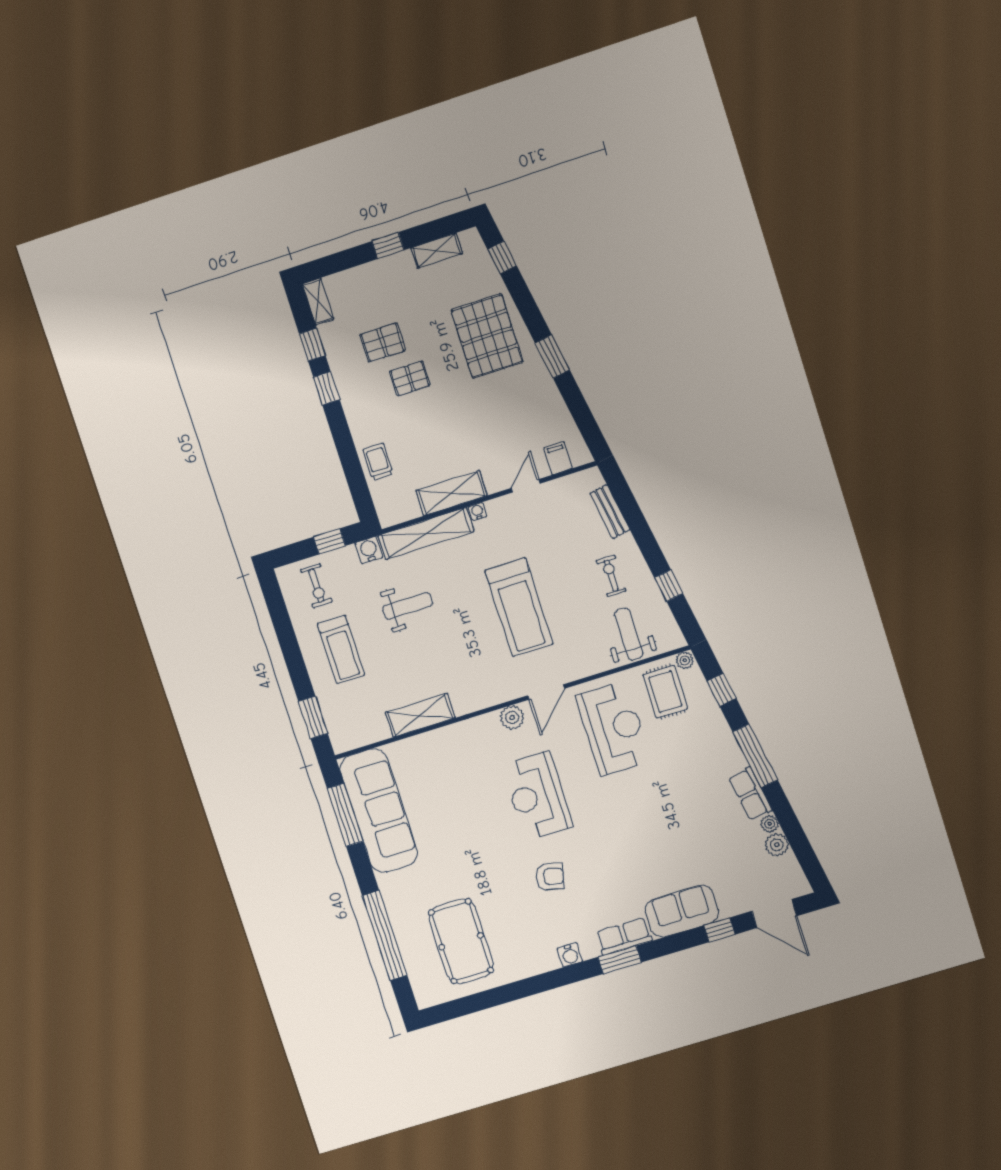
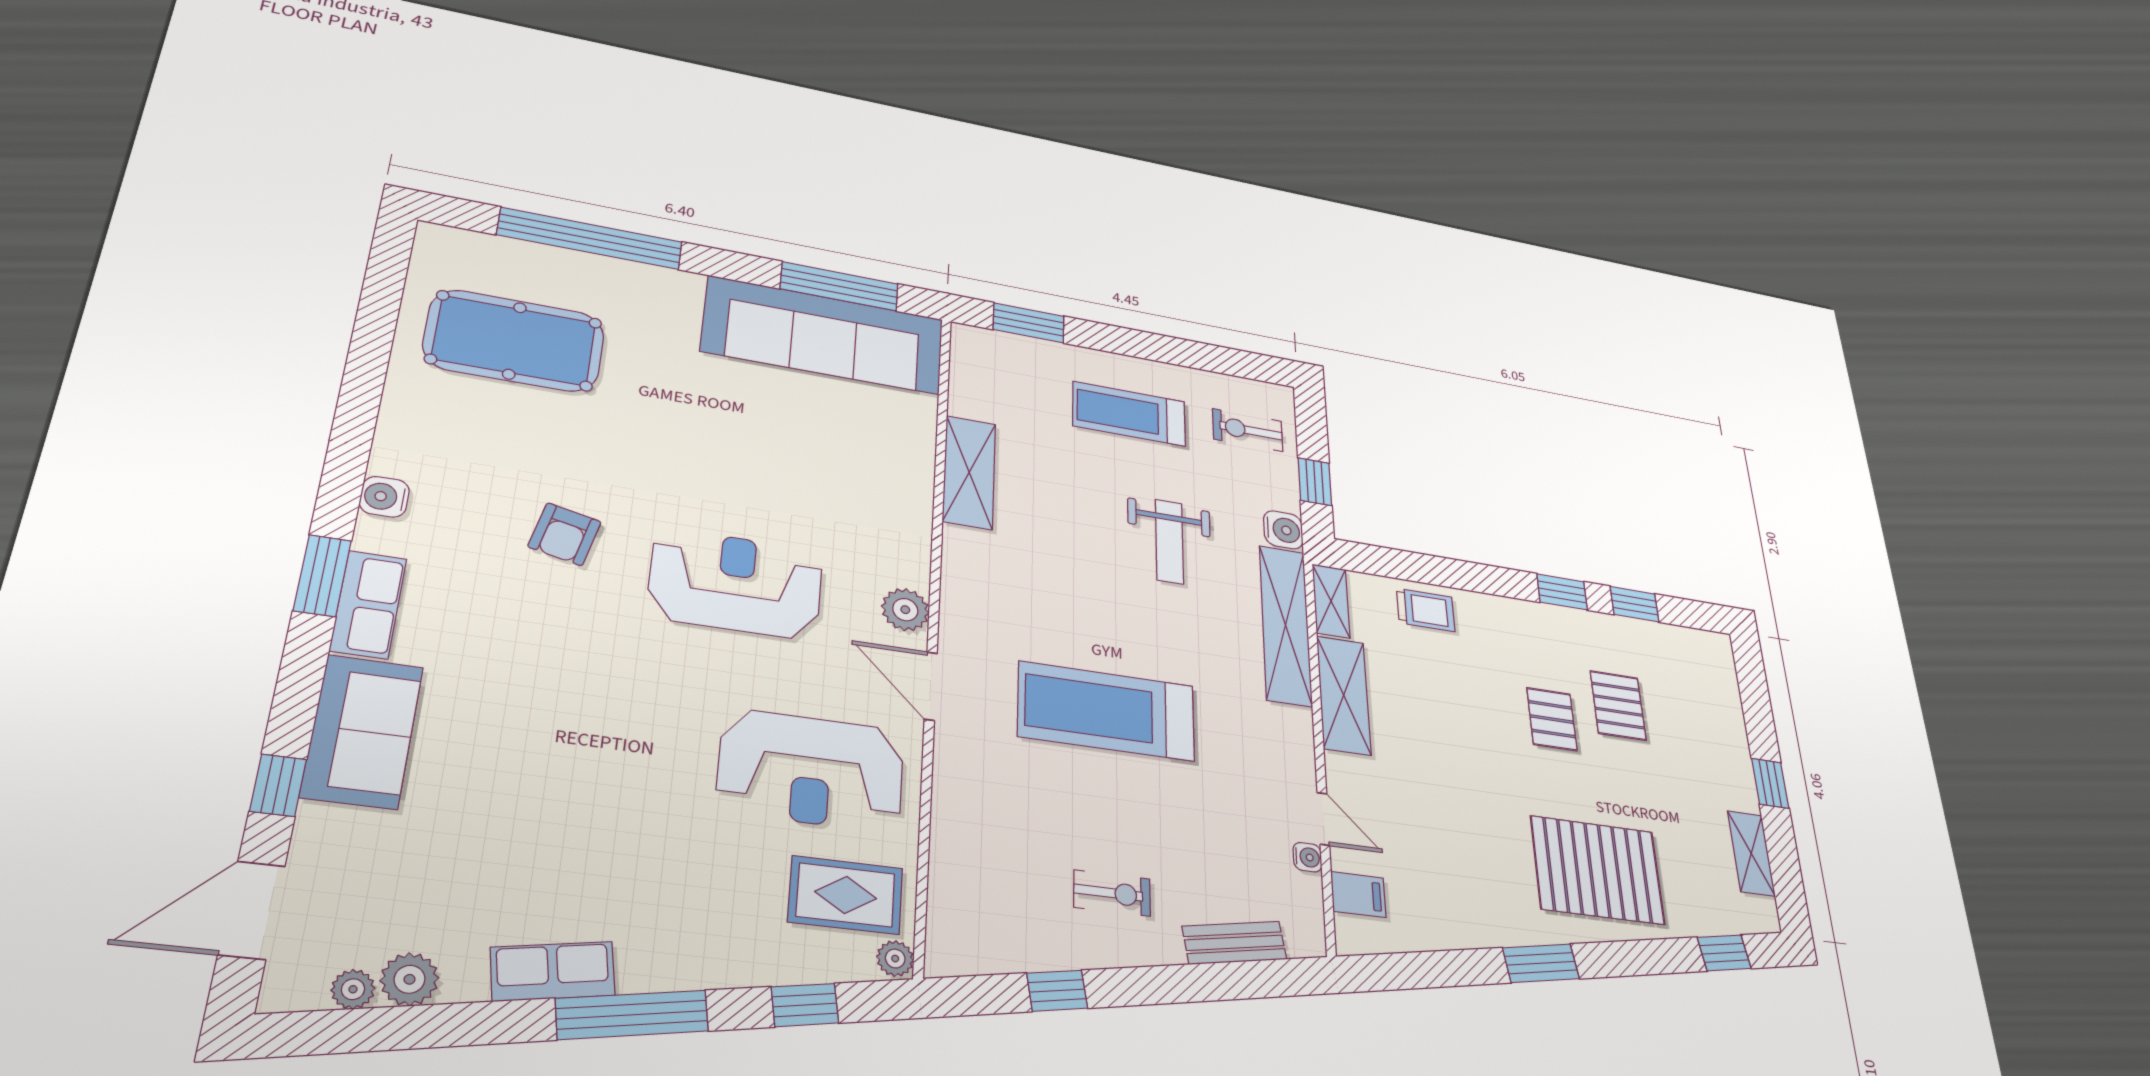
shelving: (318, 301) -> (1331, 601), moved, turned 90
water cooler: (477, 511) -> (1307, 857), moved
weight bench: (629, 634) -> (987, 877), removed
plant: (770, 824) -> (353, 989), moved

